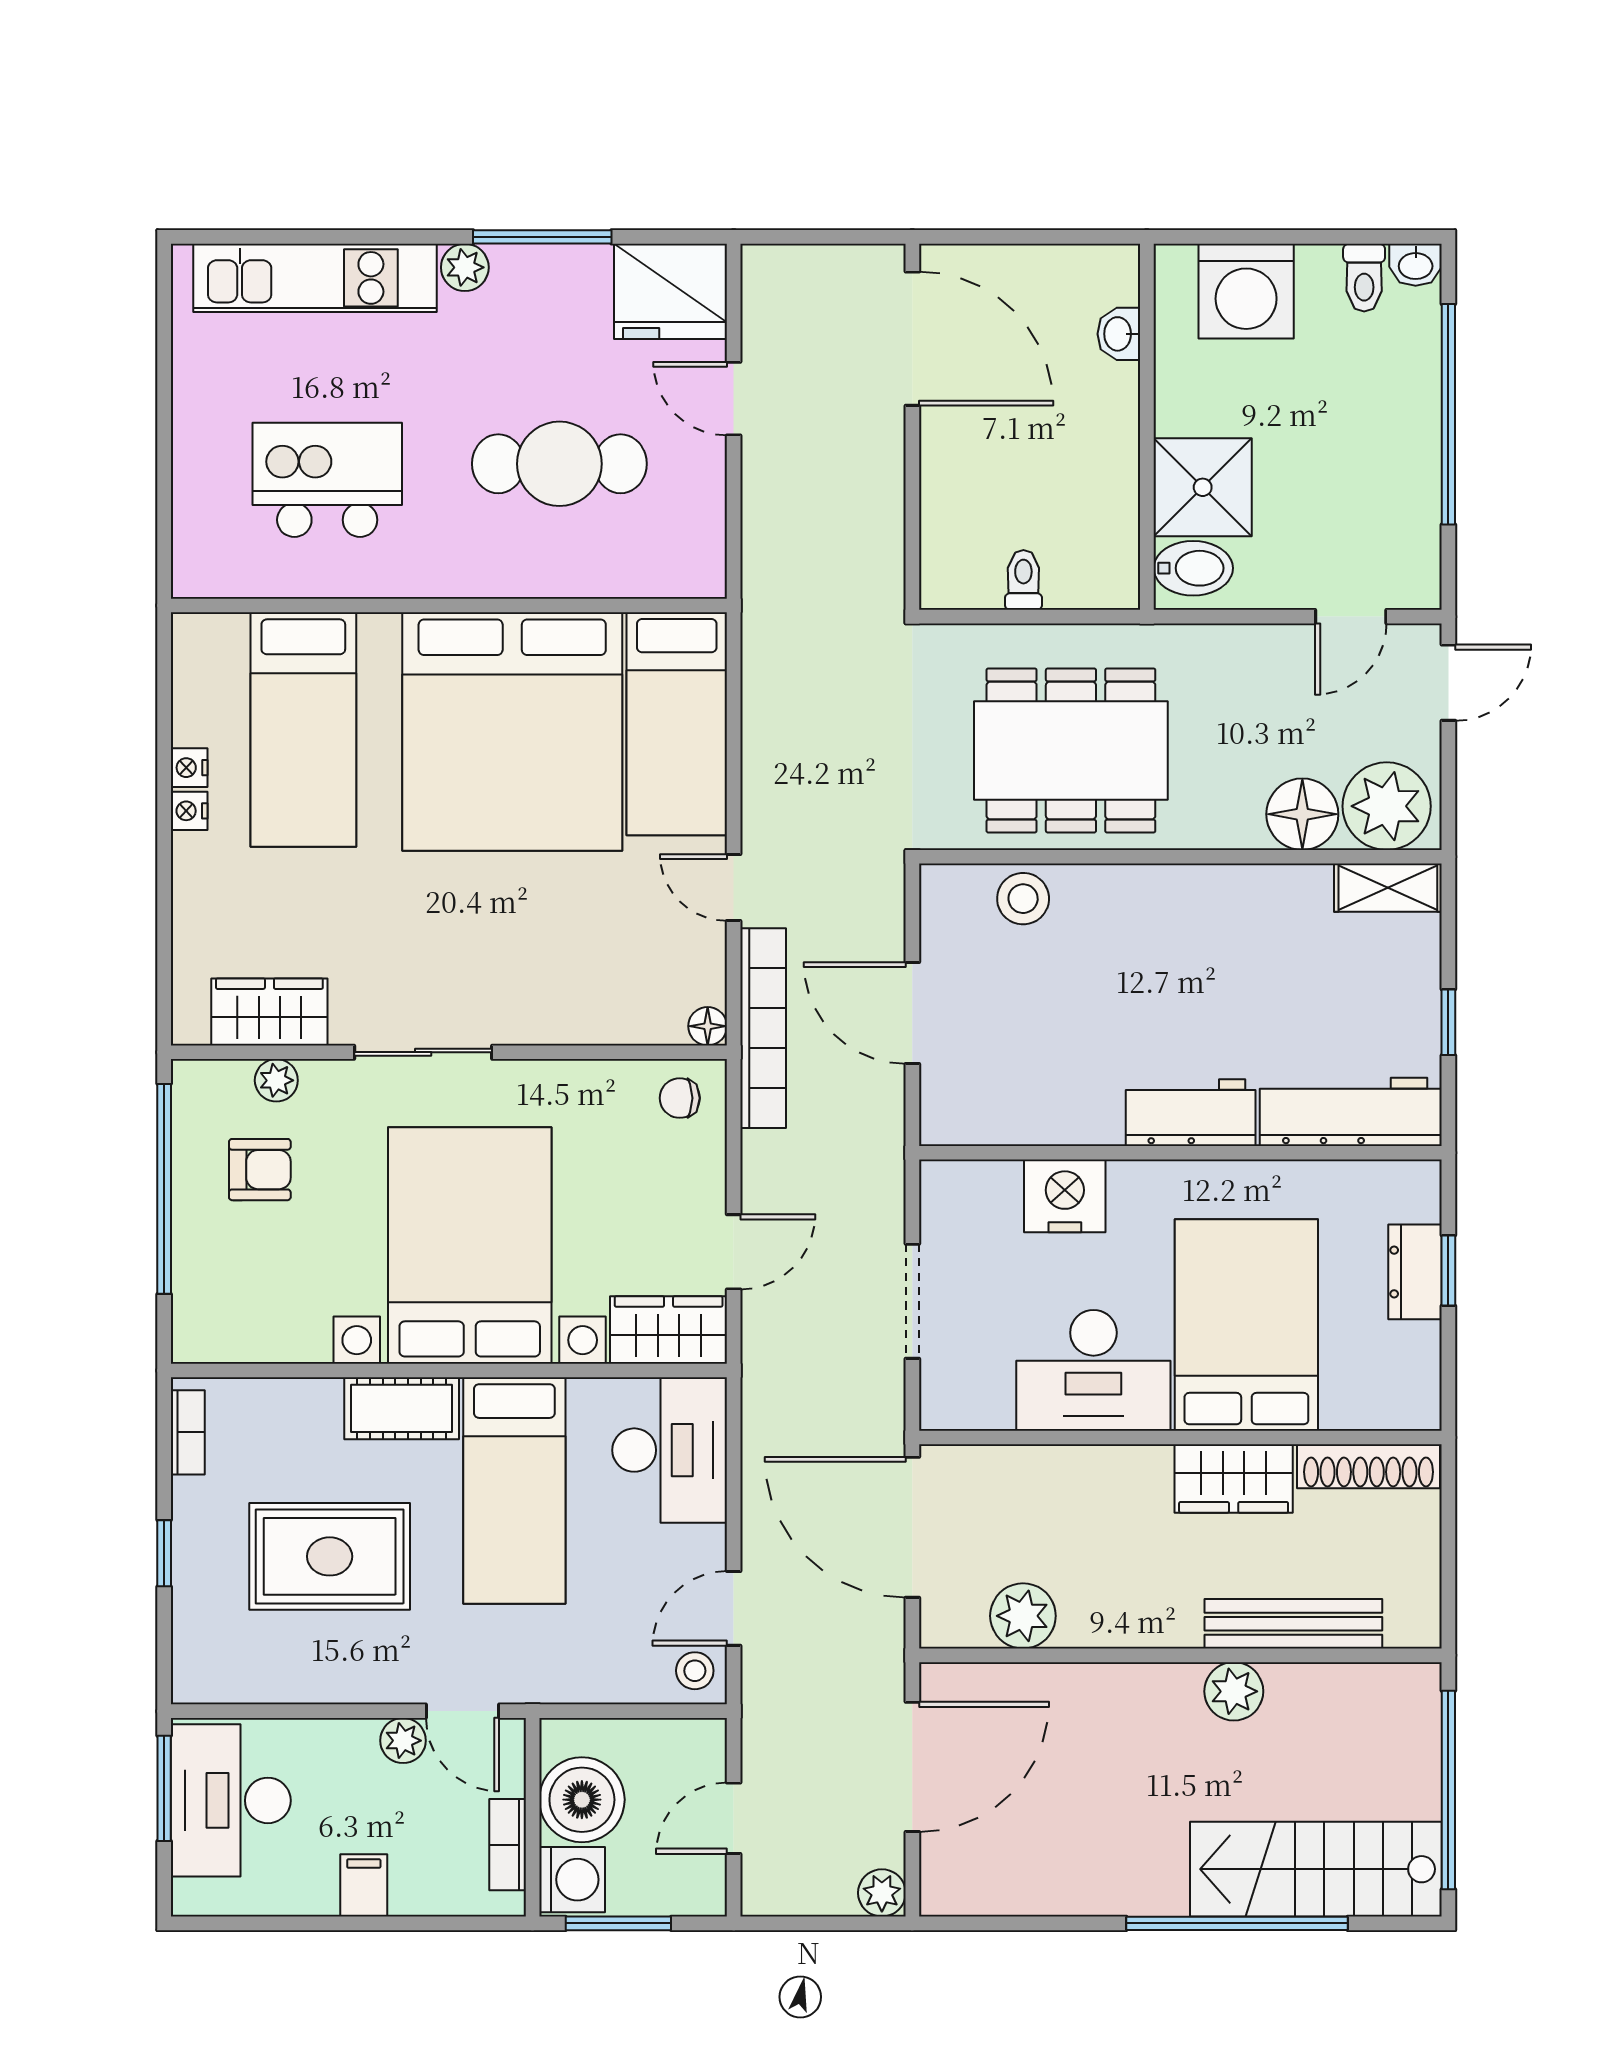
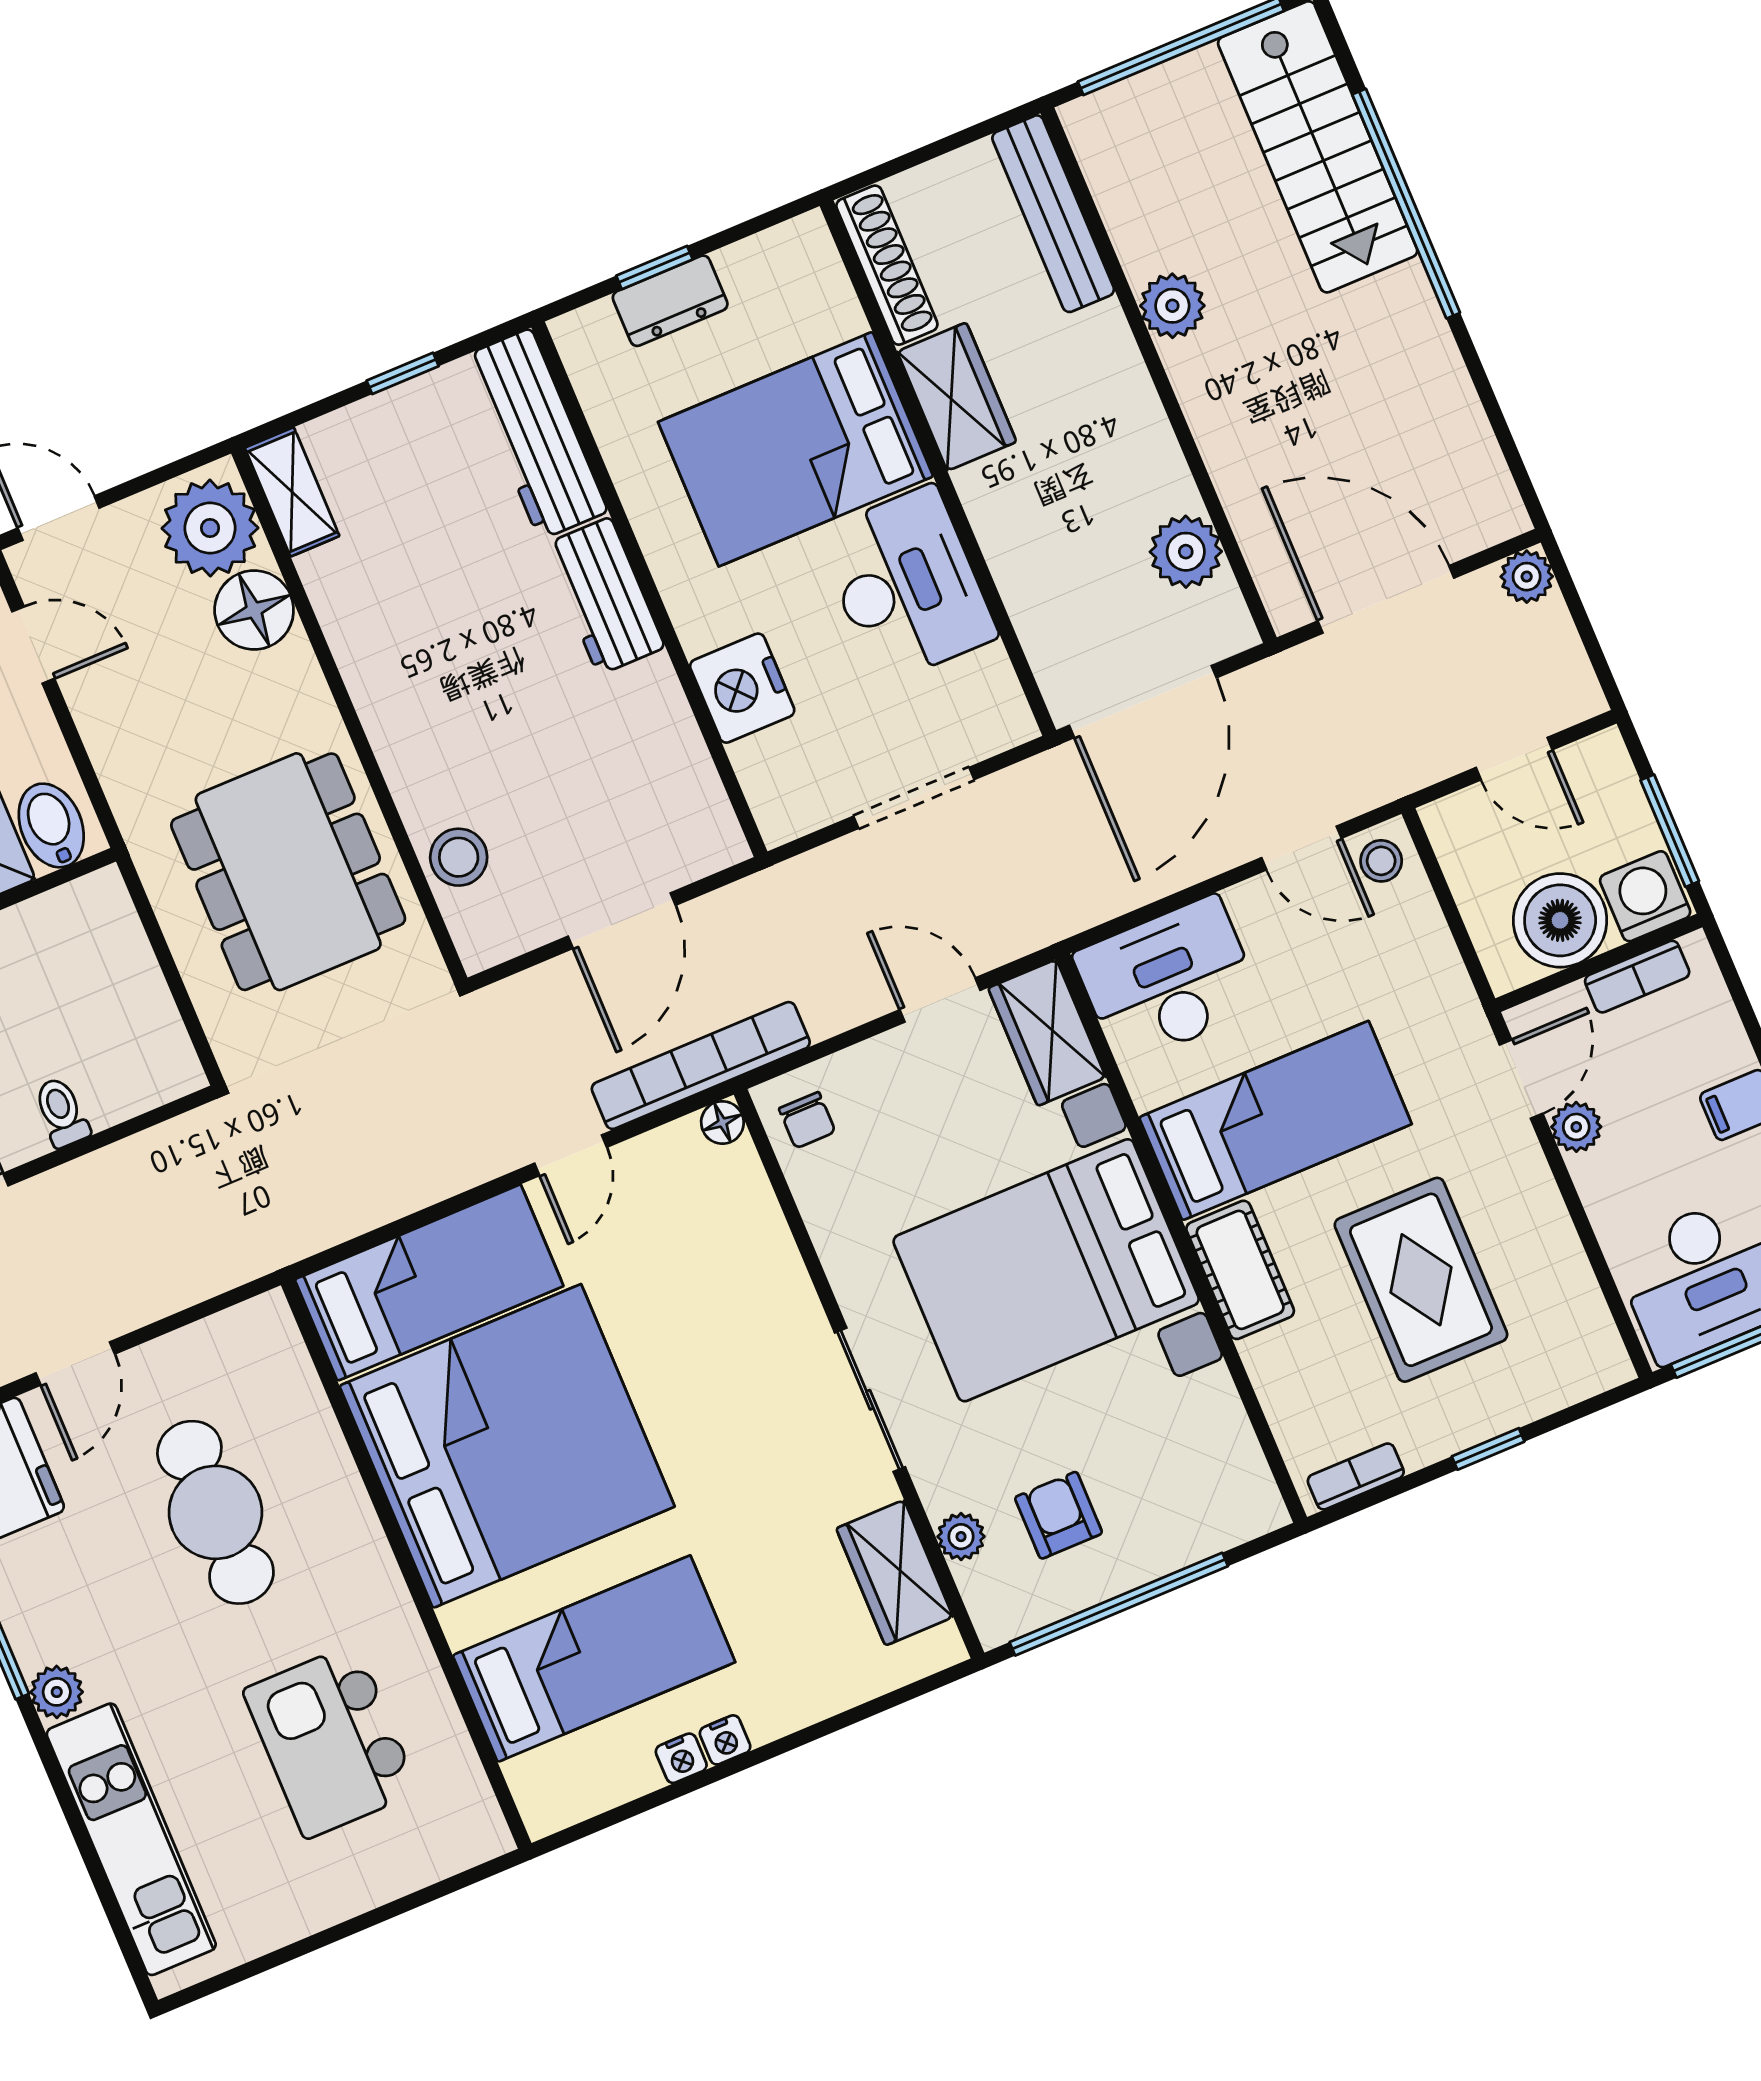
toilet: (1023, 580) -> (62, 1112), moved, turned 90
bench: (1293, 1624) -> (1053, 214), moved

